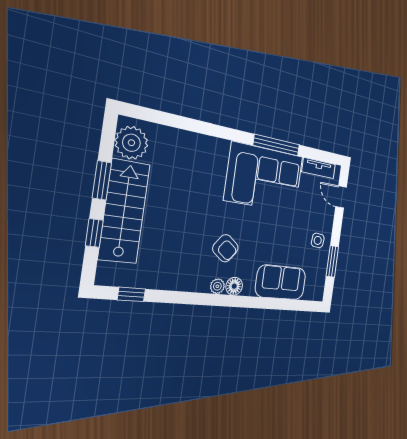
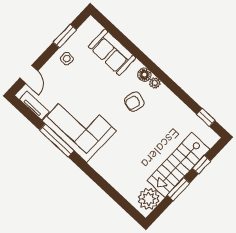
armchair: (225, 248) -> (134, 102), turned -112

